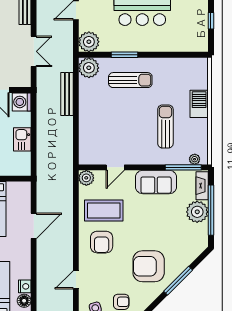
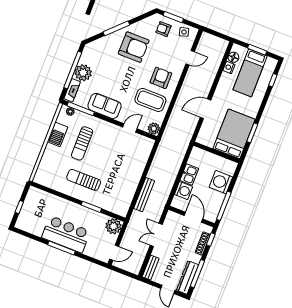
plant: (89, 68) -> (121, 207), removed
sun lounger: (130, 80) -> (84, 180), moved
washing machine: (22, 102) -> (183, 191), moved
barbecue: (199, 104) -> (58, 134), moved

